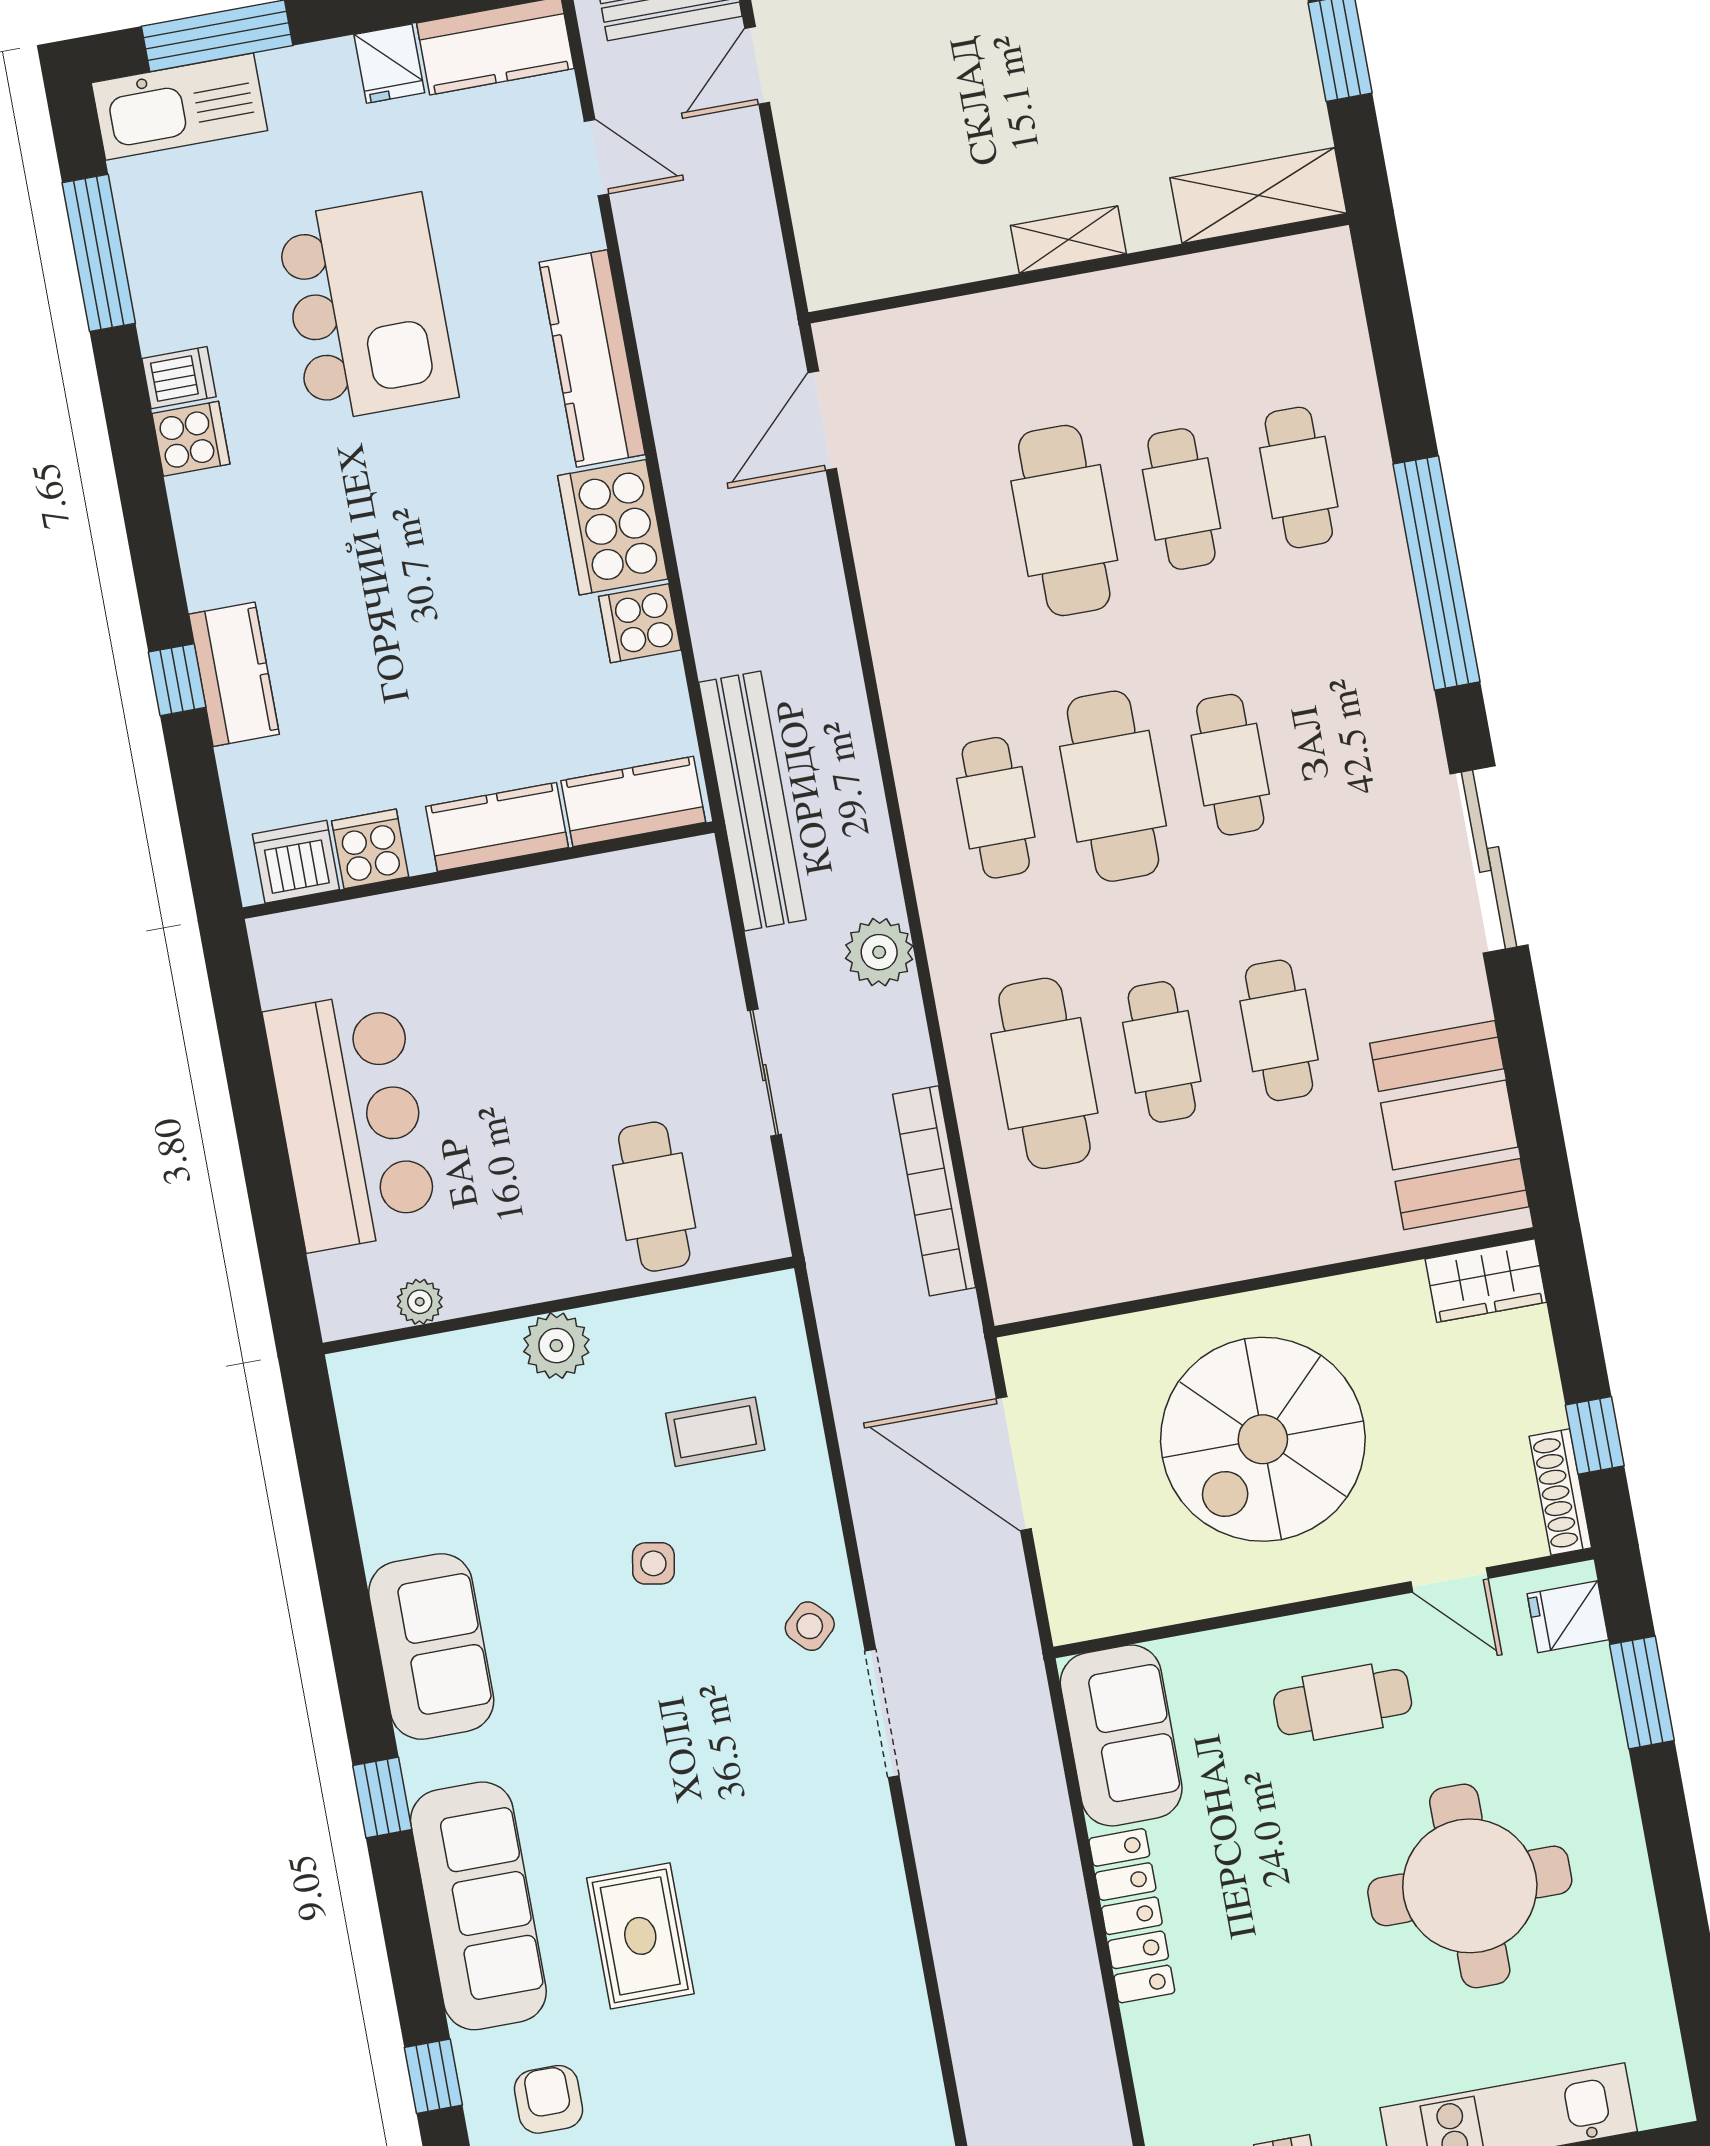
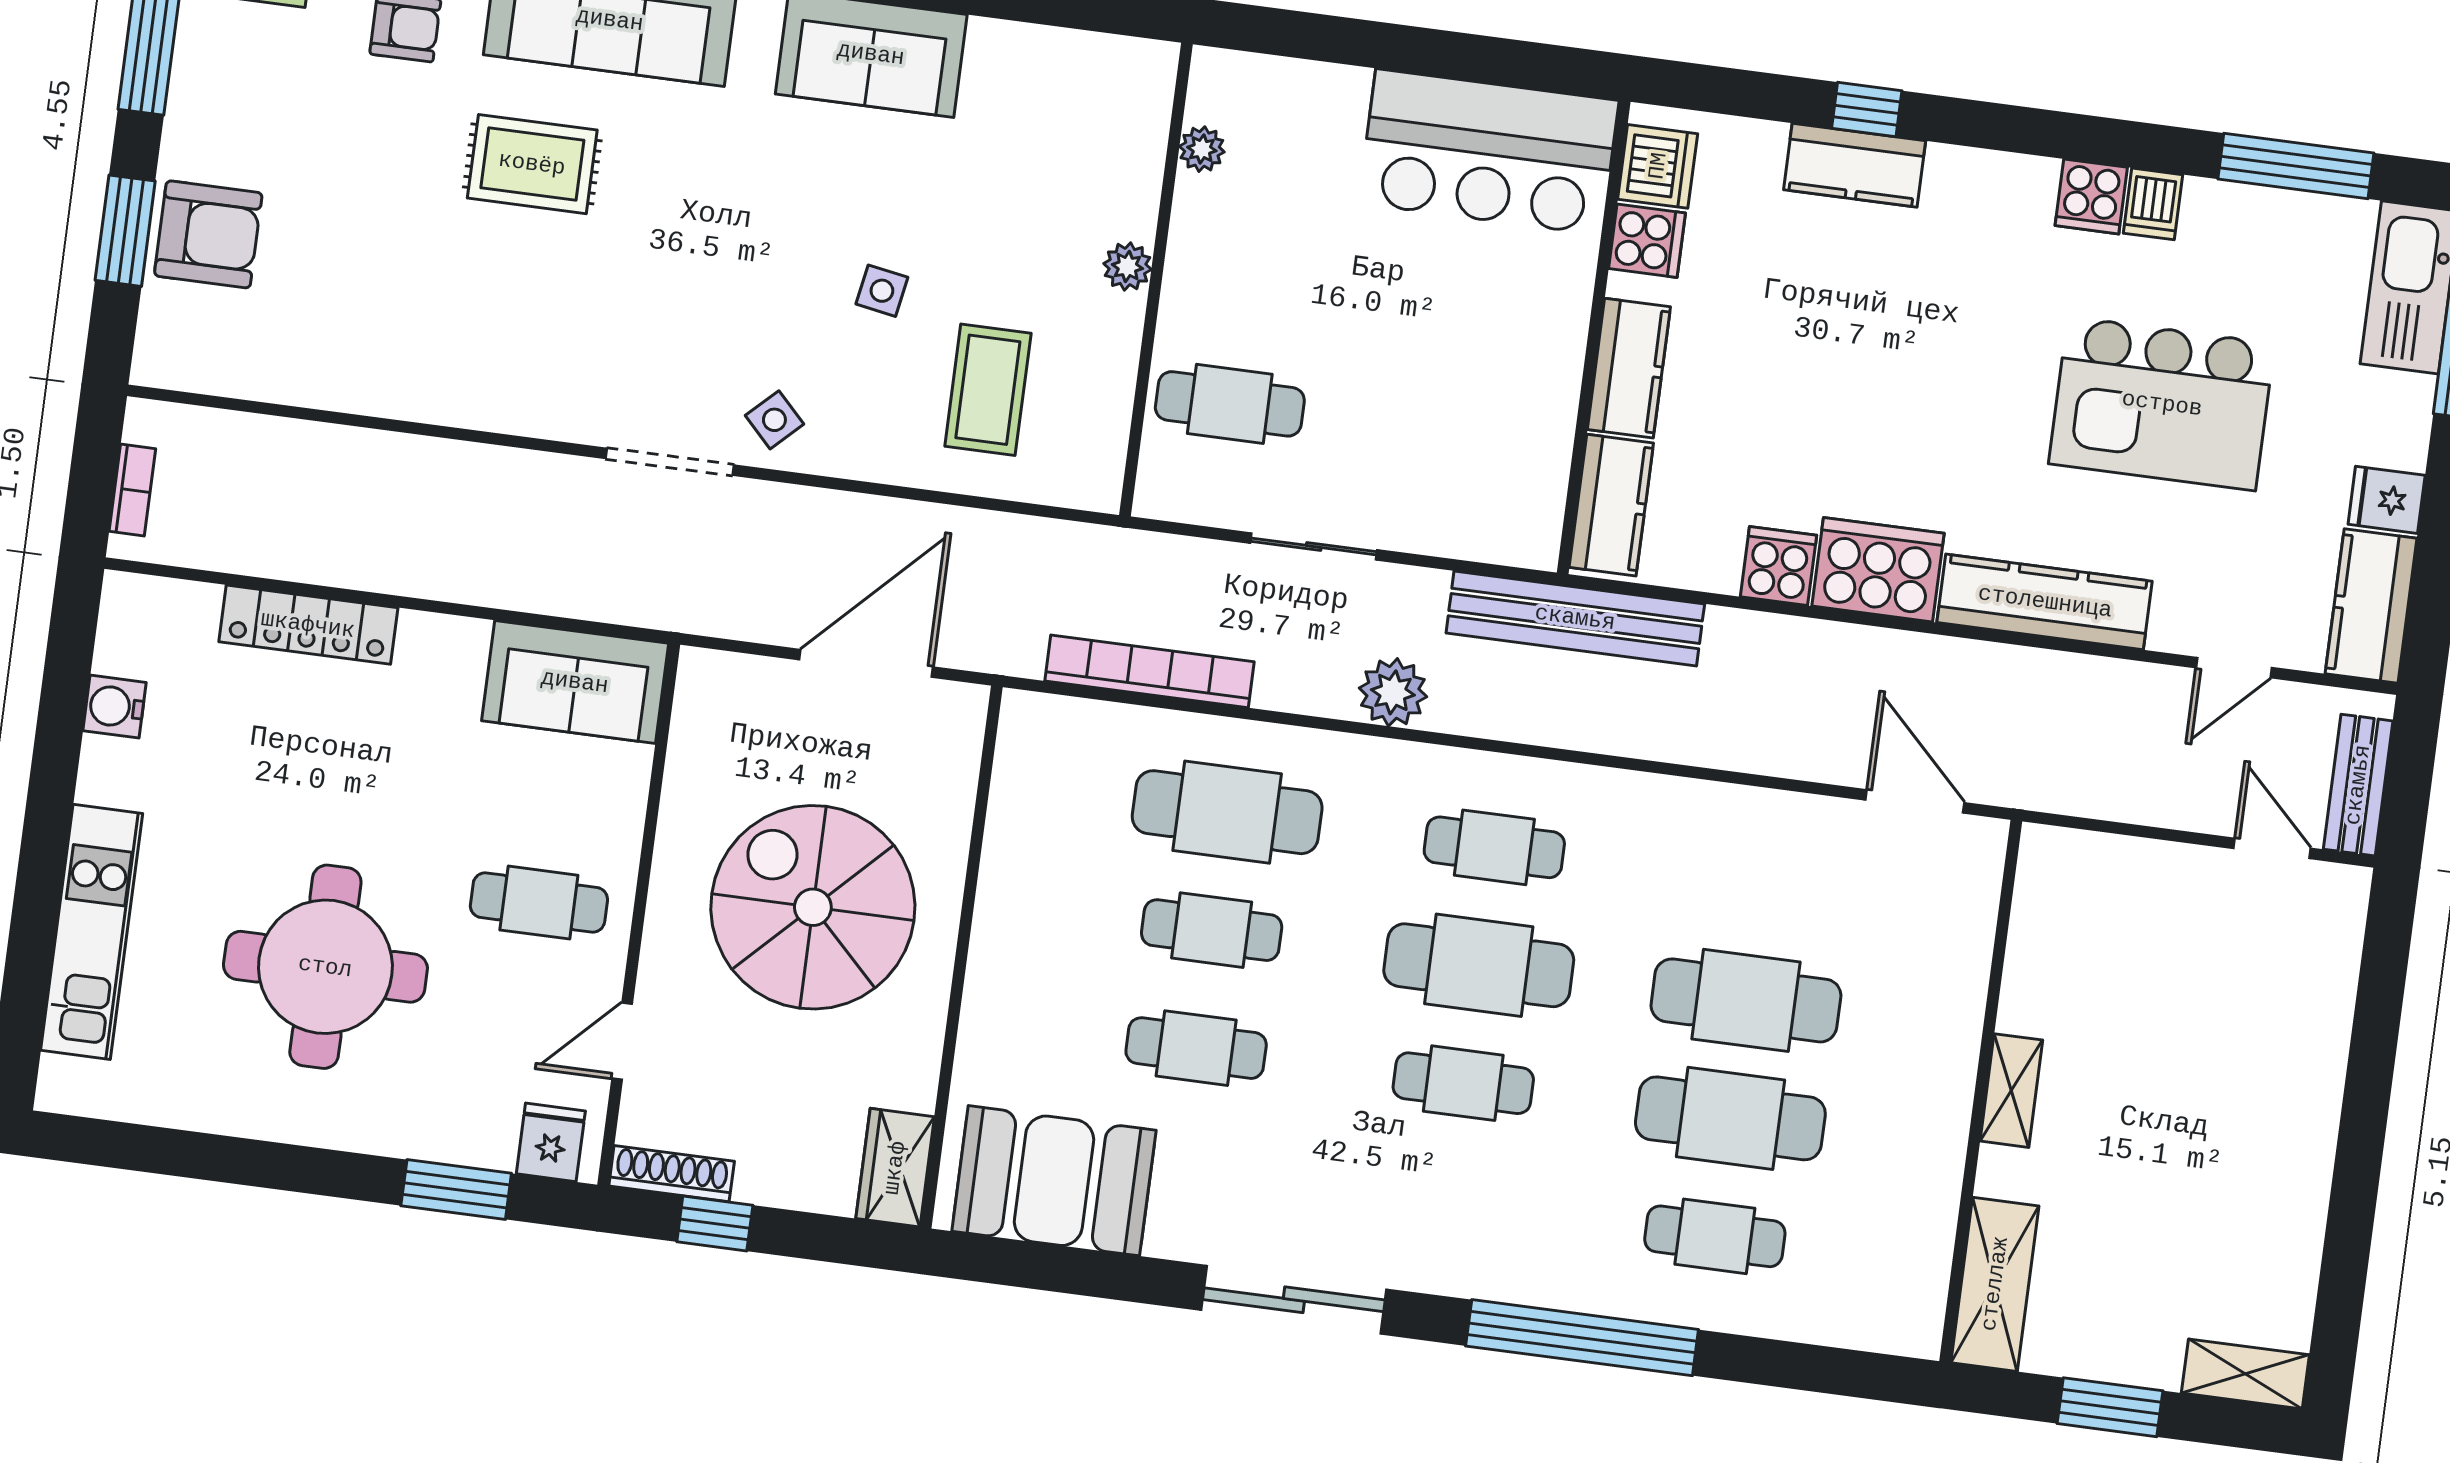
cafe table: (1182, 499) -> (1730, 1118), width x1.37, depth x1.35
bar counter: (351, 1120) -> (1489, 152), moved
plant: (556, 1346) -> (1127, 267), width x0.73, depth x0.73
coffee table: (715, 1432) -> (988, 390), width x1.36, depth x1.30
cafe table: (1343, 1702) -> (539, 903), turned 90
locker: (1132, 1916) -> (308, 625), moved

